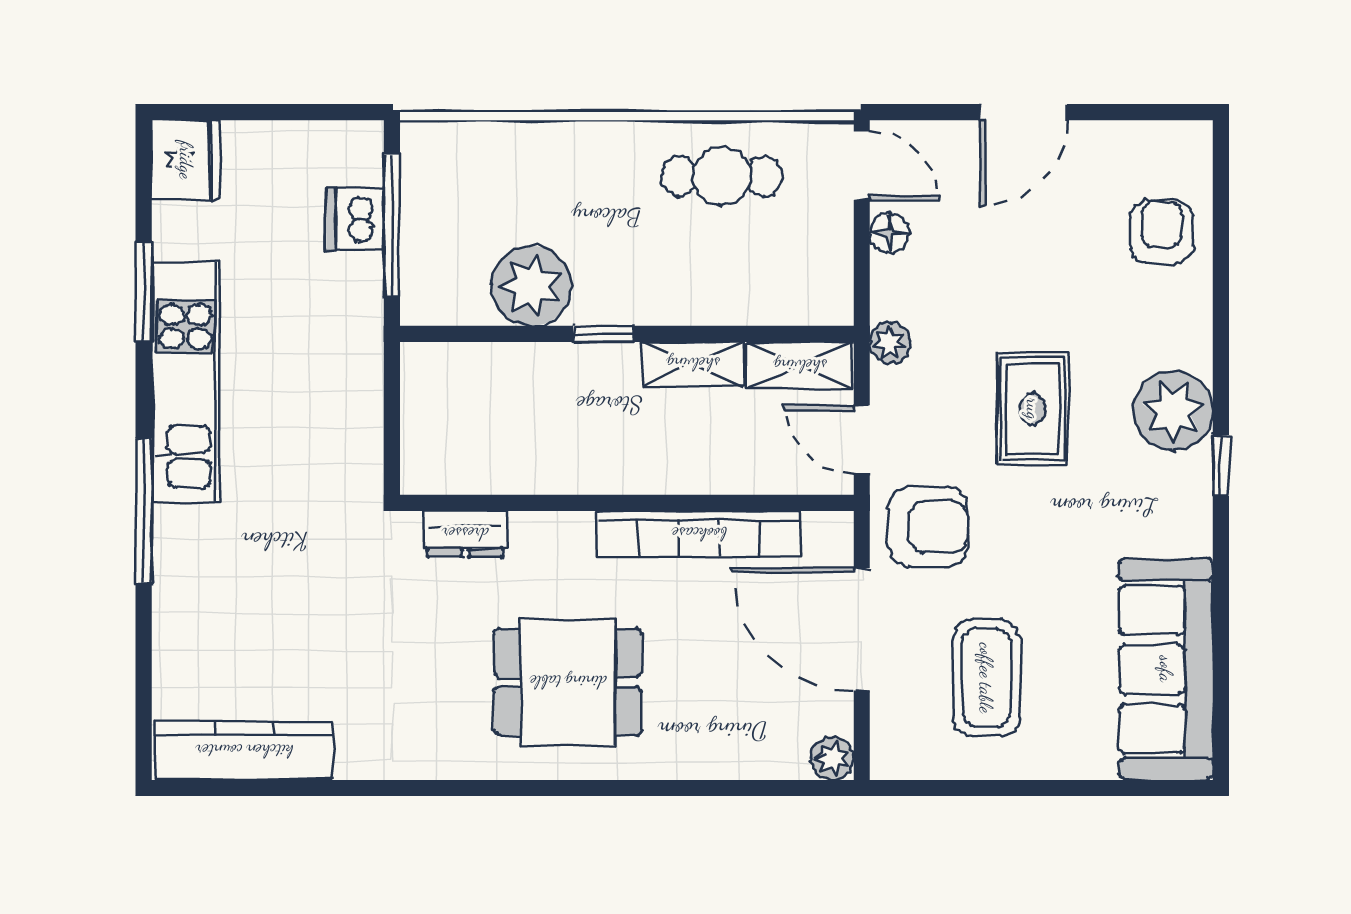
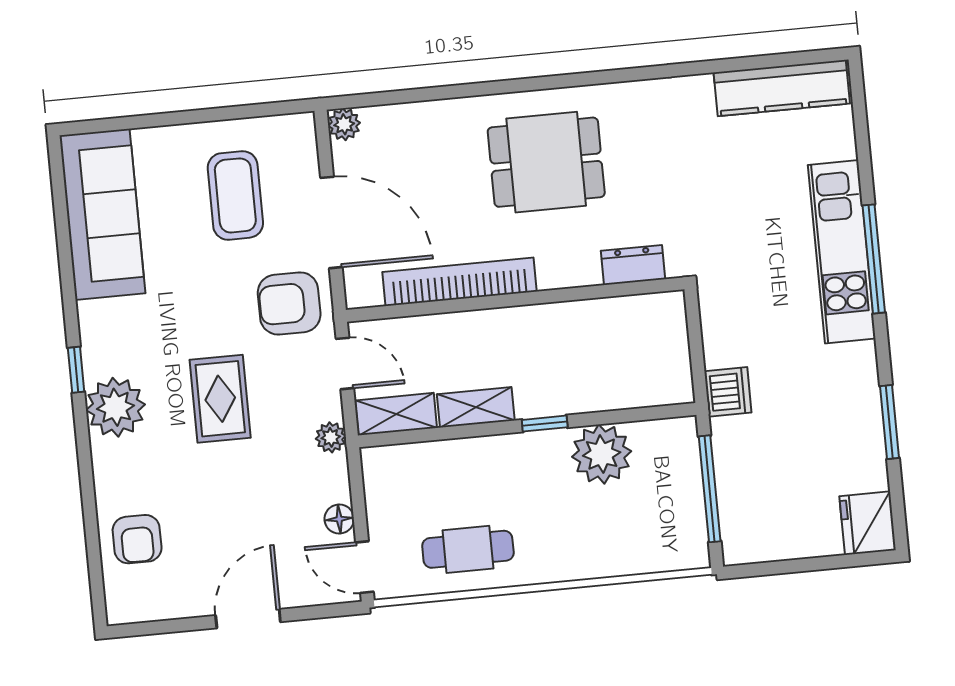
dishwasher: (355, 219) -> (728, 392), moved
kitchen unit: (185, 382) -> (842, 252), moved

